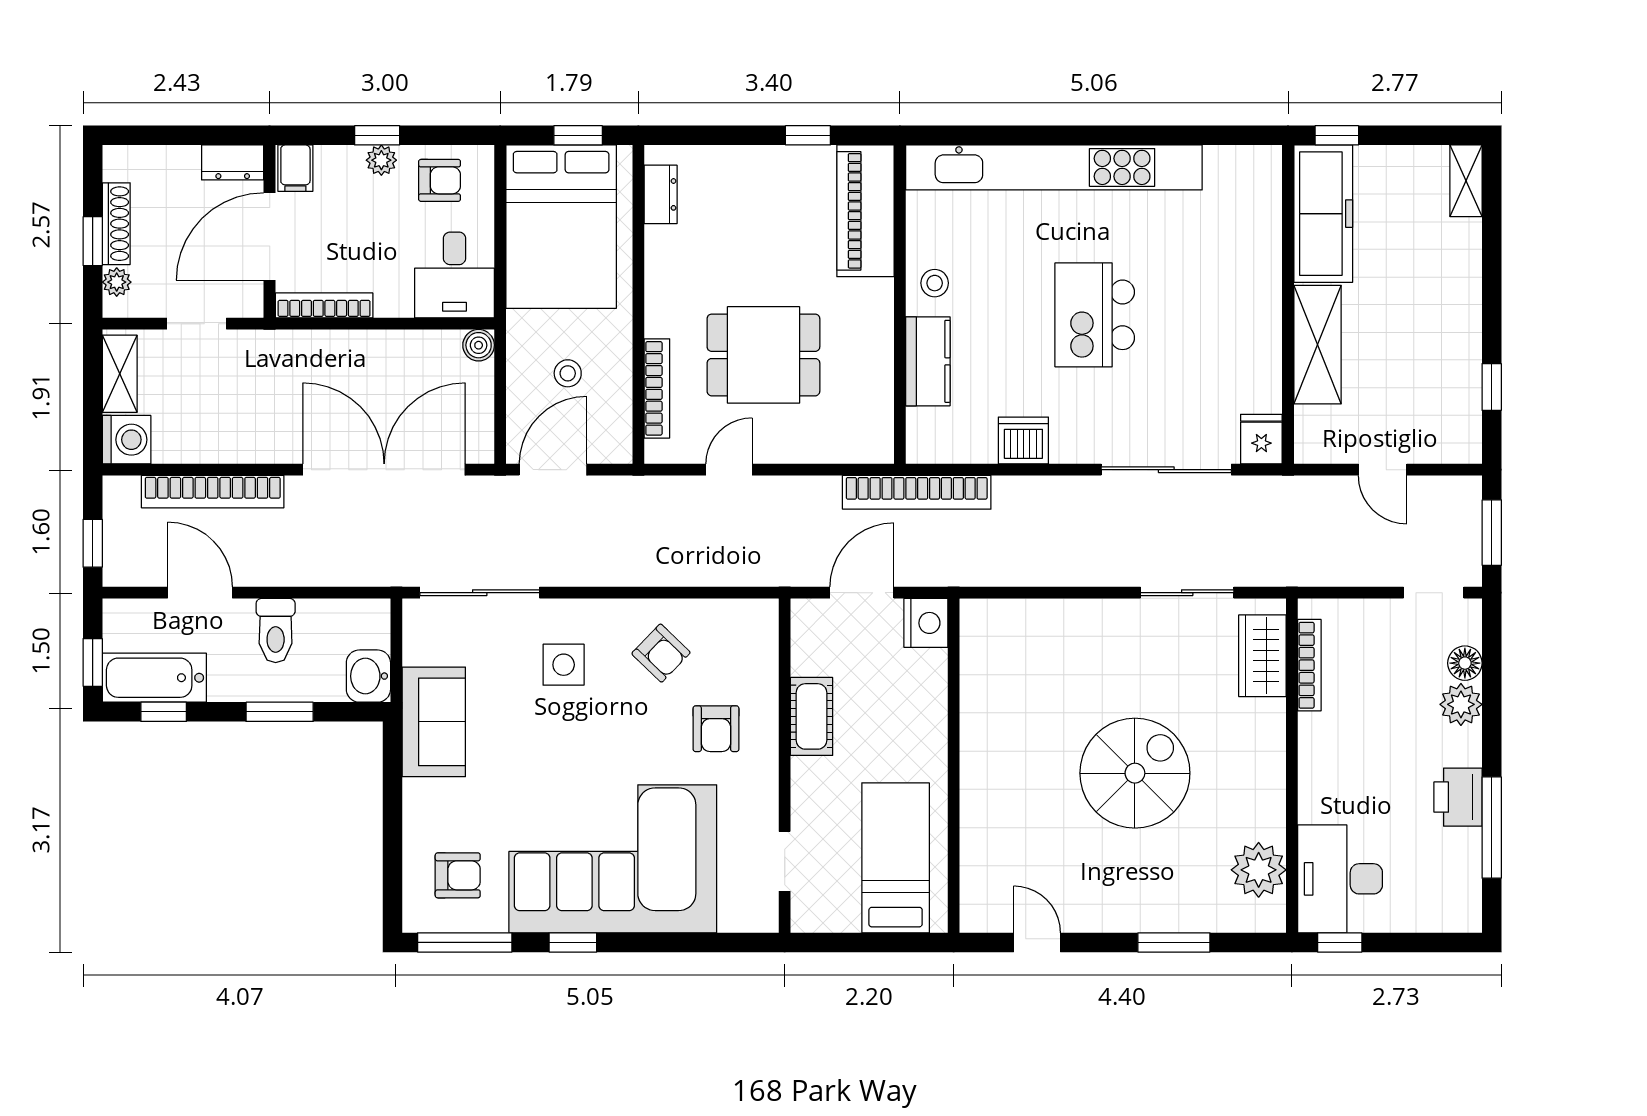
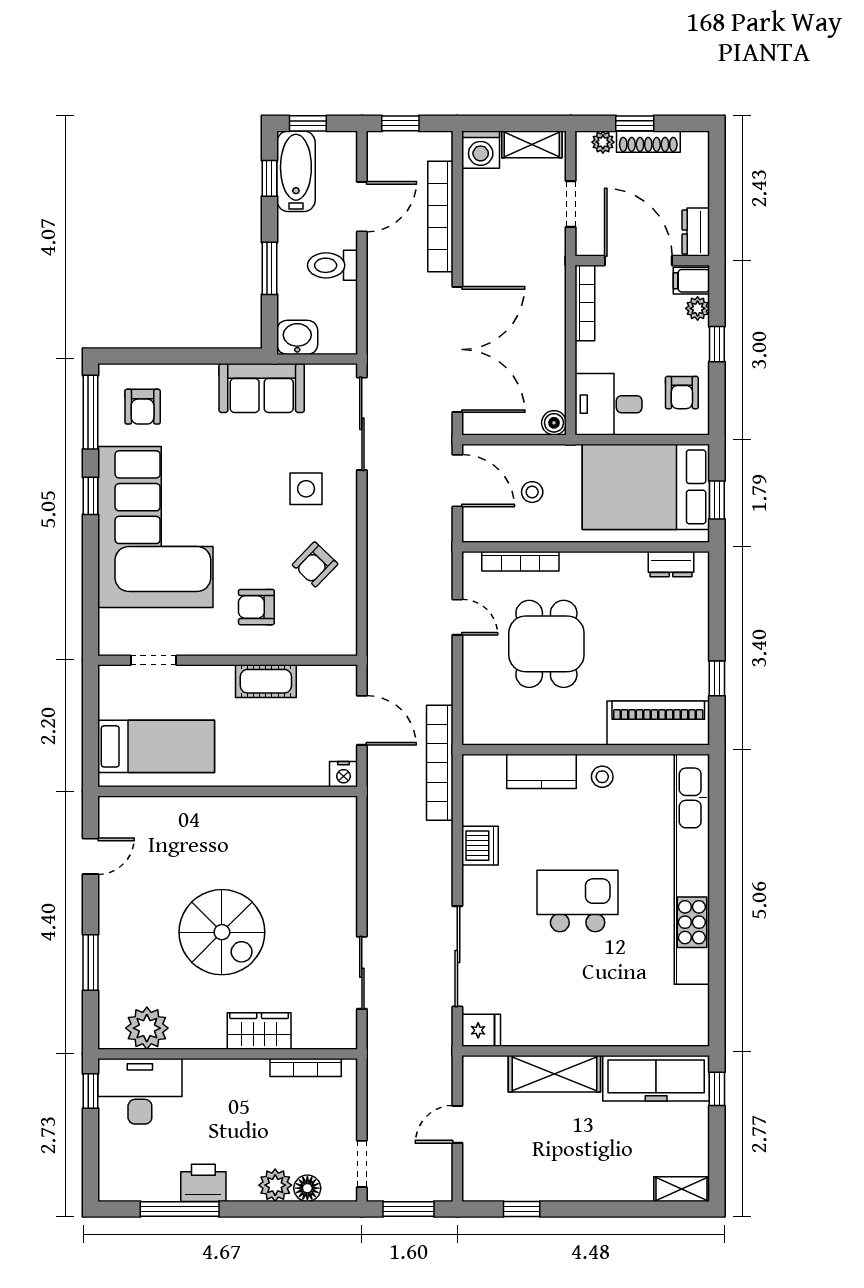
plant: (381, 160) -> (698, 308), moved
nightstand: (926, 623) -> (343, 774), width x0.74, depth x0.75
wardrobe: (1262, 656) -> (259, 1031), moved

